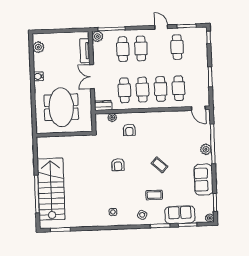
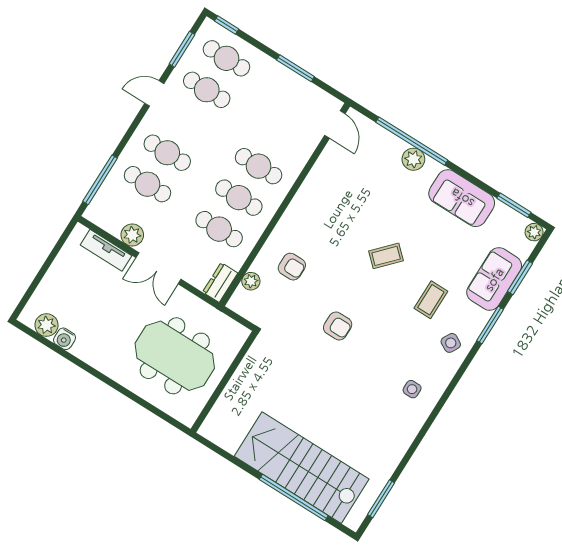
plant: (97, 36) -> (132, 235), moved
water cooler: (38, 76) -> (65, 339), moved
cafe table: (179, 88) -> (226, 58), moved
door: (198, 108) -> (335, 124), hinge flipped

